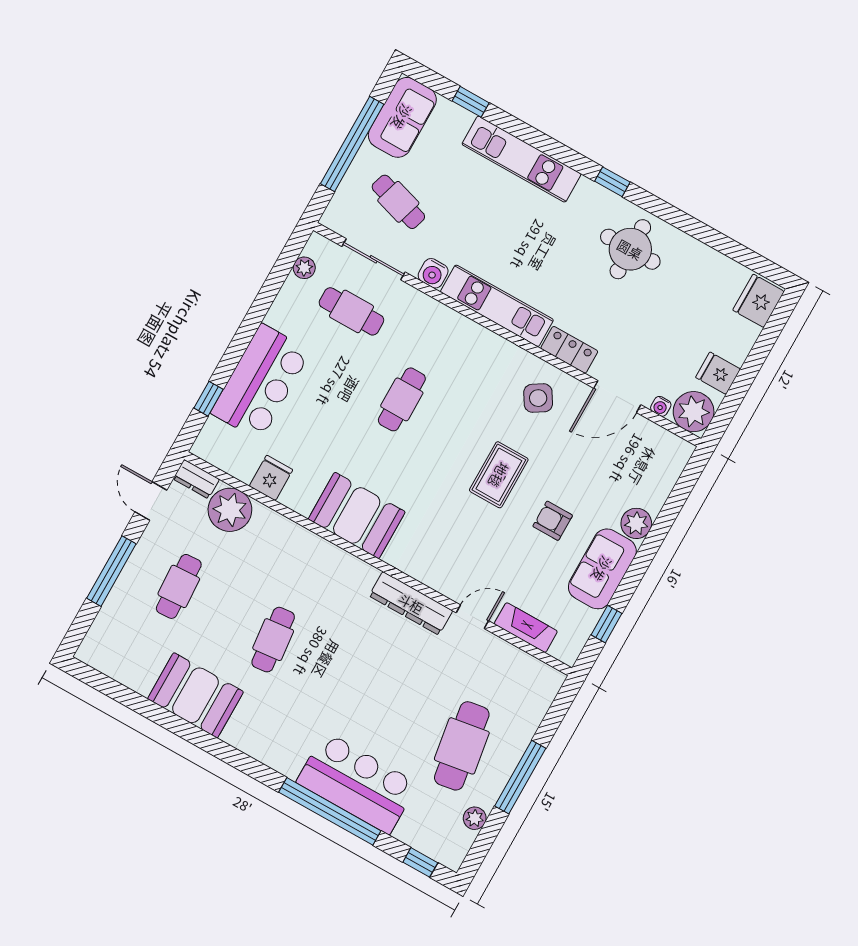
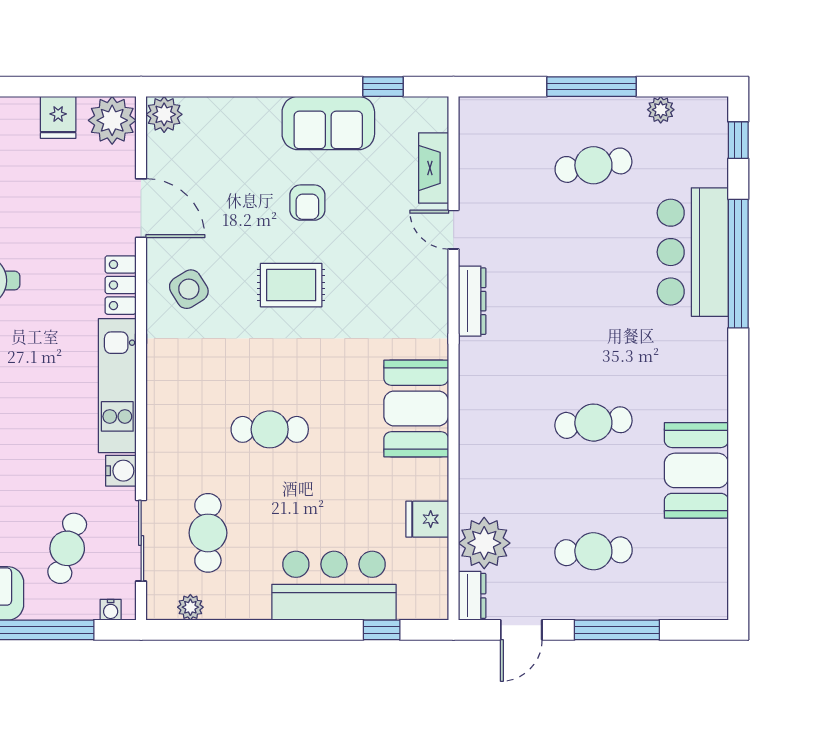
water cooler: (661, 406) -> (111, 610), moved, turned 90
plant: (636, 523) -> (164, 114), moved
dresser: (411, 603) -> (472, 301), width x0.73, depth x0.80
cafe table: (462, 746) -> (593, 165), width x0.73, depth x0.74

